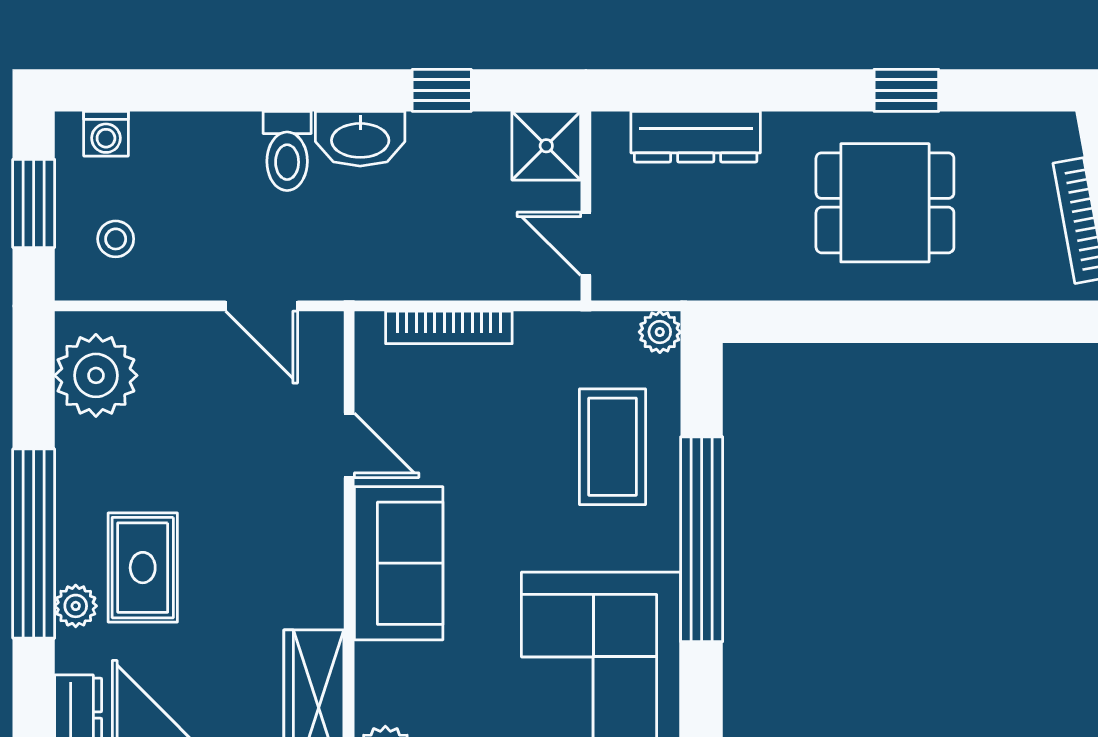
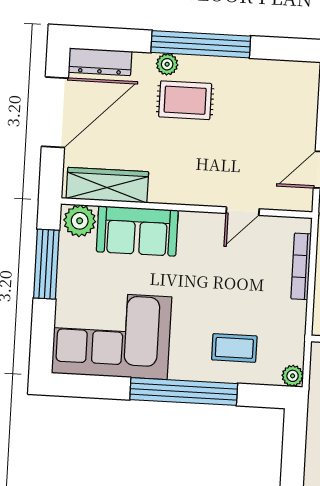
plant: (96, 375) -> (286, 81), removed
coffee table: (612, 447) -> (234, 348), width x0.73, depth x0.77
sofa: (399, 563) -> (137, 231), moved

